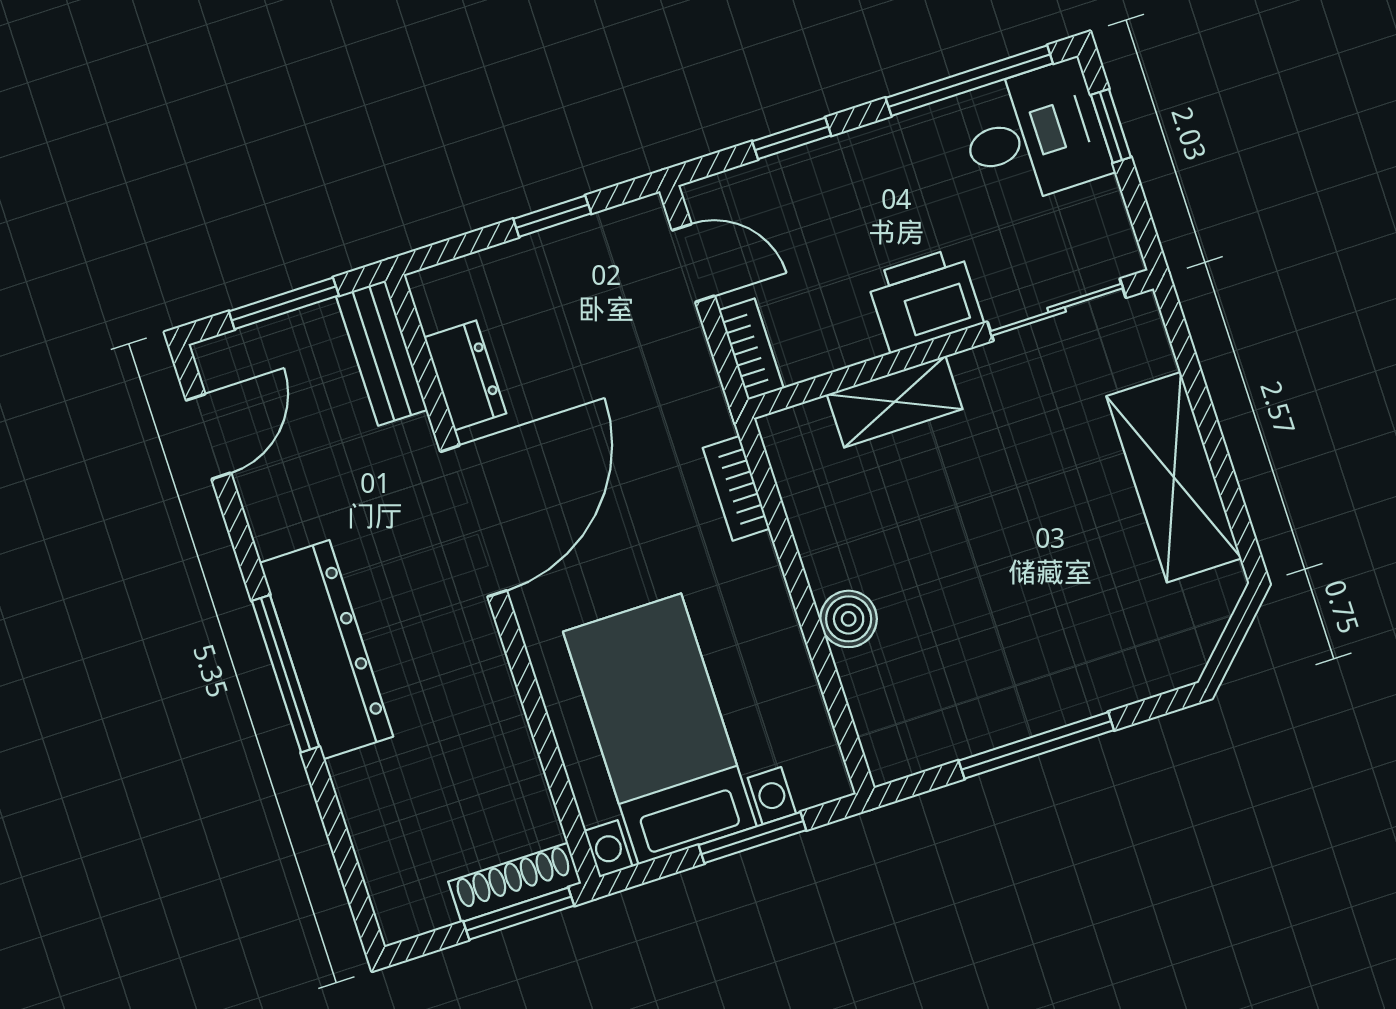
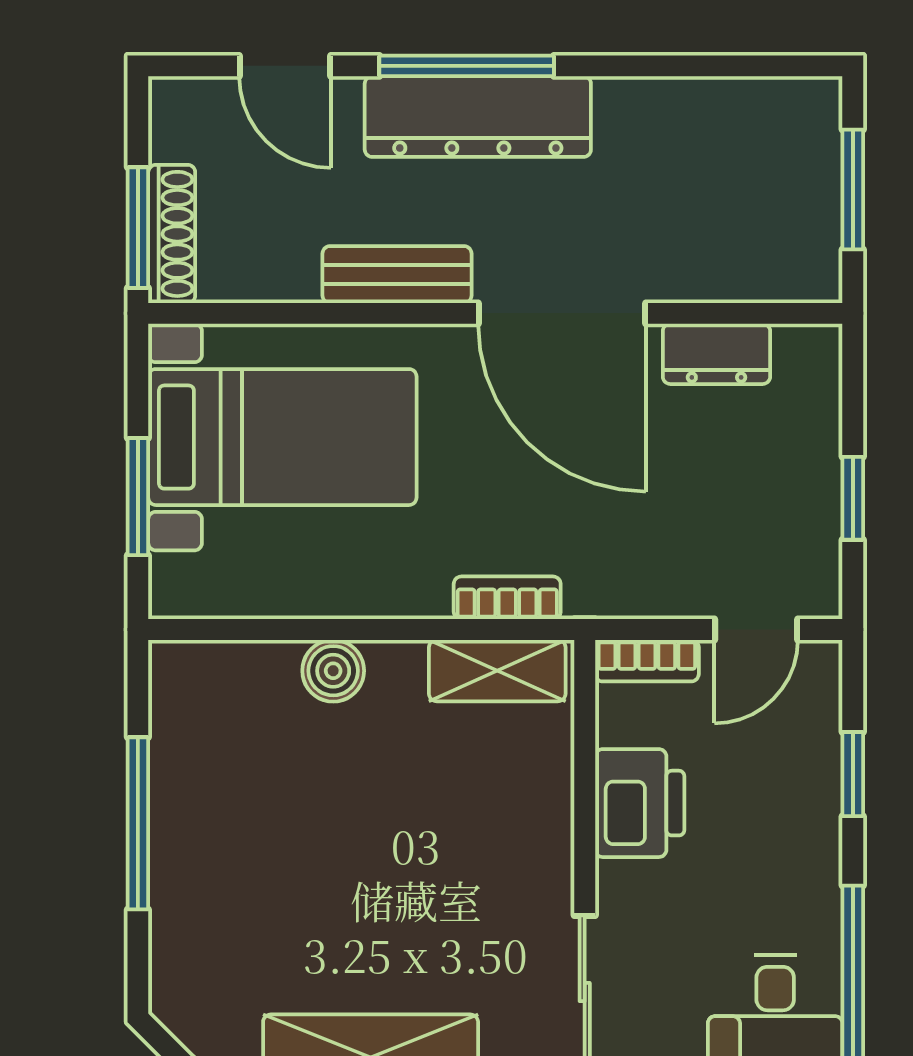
printer: (925, 300) -> (640, 803), moved
bench: (382, 353) -> (397, 275), moved
shelving: (895, 402) -> (497, 671), moved, turned 90
door: (208, 437) -> (285, 66), moved

